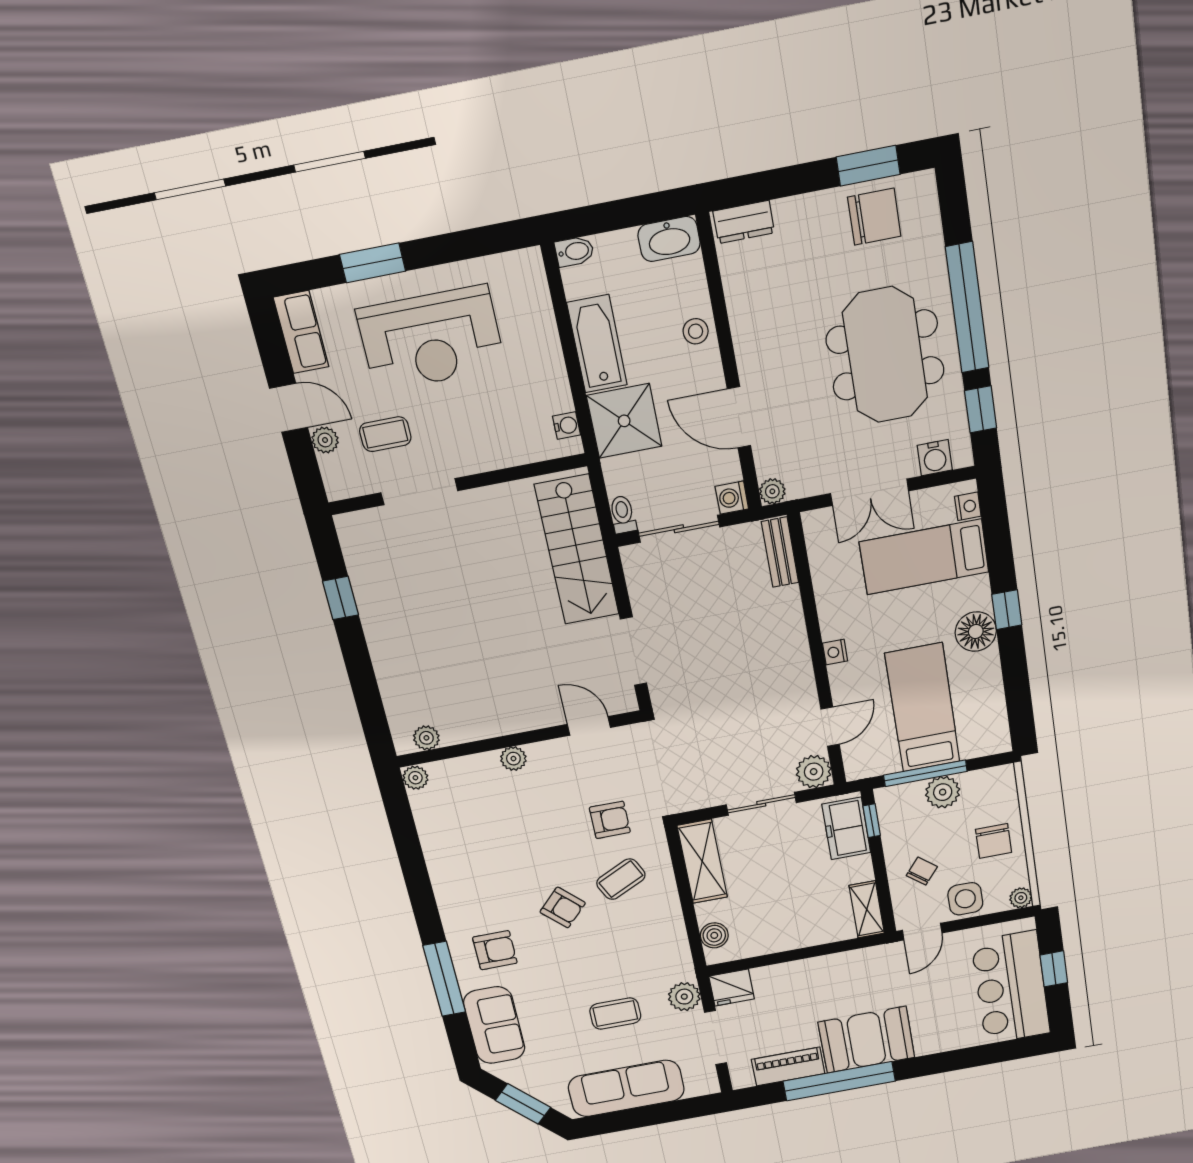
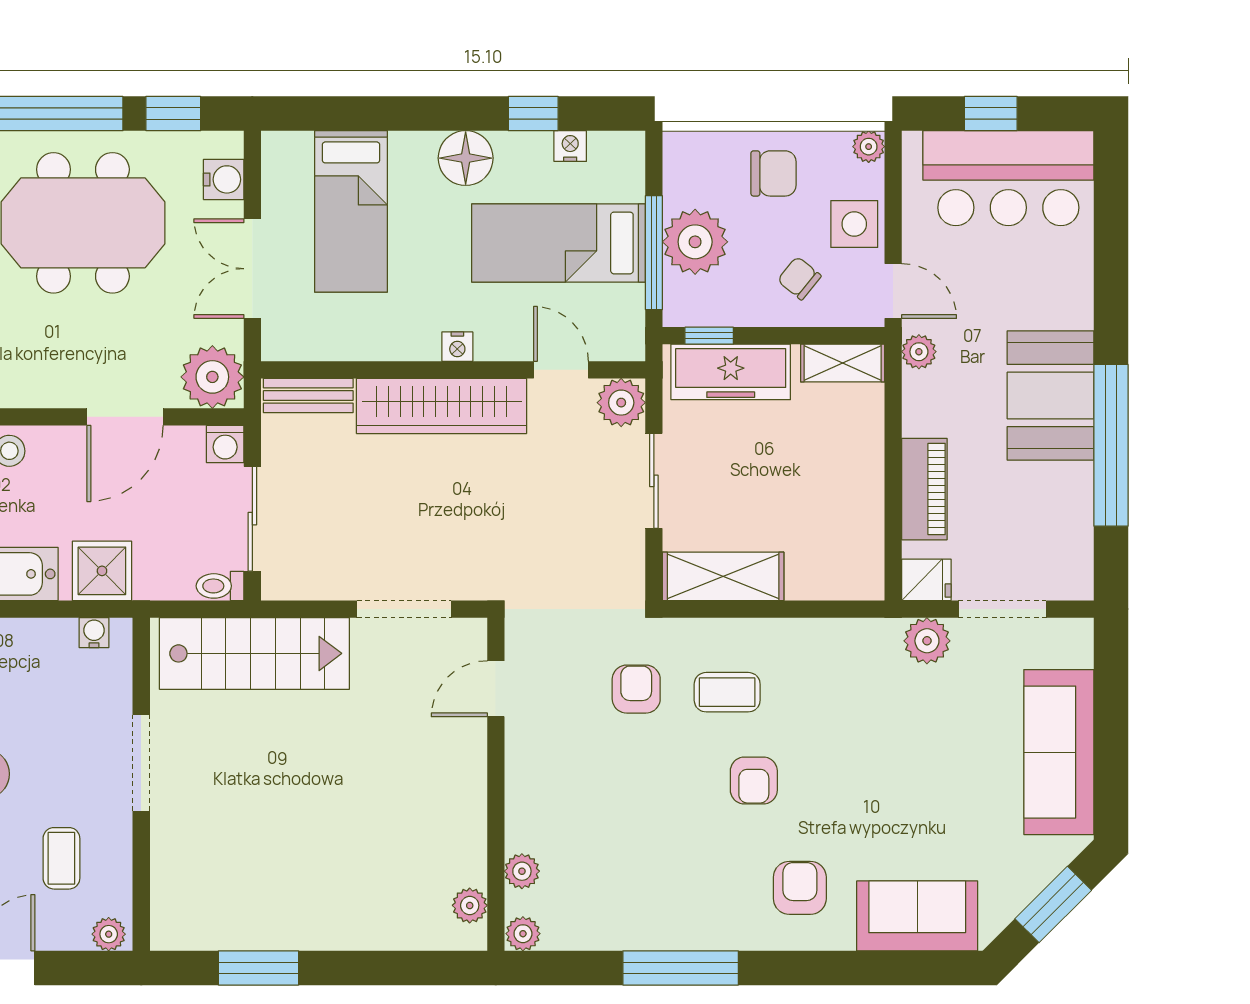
shower: (624, 421) -> (102, 571), width x0.73, depth x0.73
plant: (325, 440) -> (109, 934), moved
plant: (772, 491) -> (212, 377), width x1.88, depth x1.88
doorway: (419, 492) -> (141, 763), moved
double door: (870, 492) -> (252, 269), swing flipped
nightstand: (968, 506) -> (570, 146), moved
window: (340, 598) -> (259, 968), width x1.50
window: (1007, 610) -> (533, 114), moved
wardrobe: (789, 649) -> (442, 406), added
plant: (513, 759) -> (522, 871), moved
plant: (943, 792) -> (695, 242), width x1.36, depth x1.36
freezer: (846, 828) -> (731, 372), width x1.40
coffee table: (621, 879) -> (727, 692), turned -64
armchair: (563, 908) -> (754, 781), turned 136
boiler: (714, 935) -> (839, 581), removed
plant: (883, 955) -> (919, 352), added
window: (444, 979) -> (681, 968), moved
fridge: (732, 988) -> (926, 580), width x0.72
coffee table: (615, 1014) -> (934, 743), removed
piano: (788, 1067) -> (924, 489), moved, turned 180

